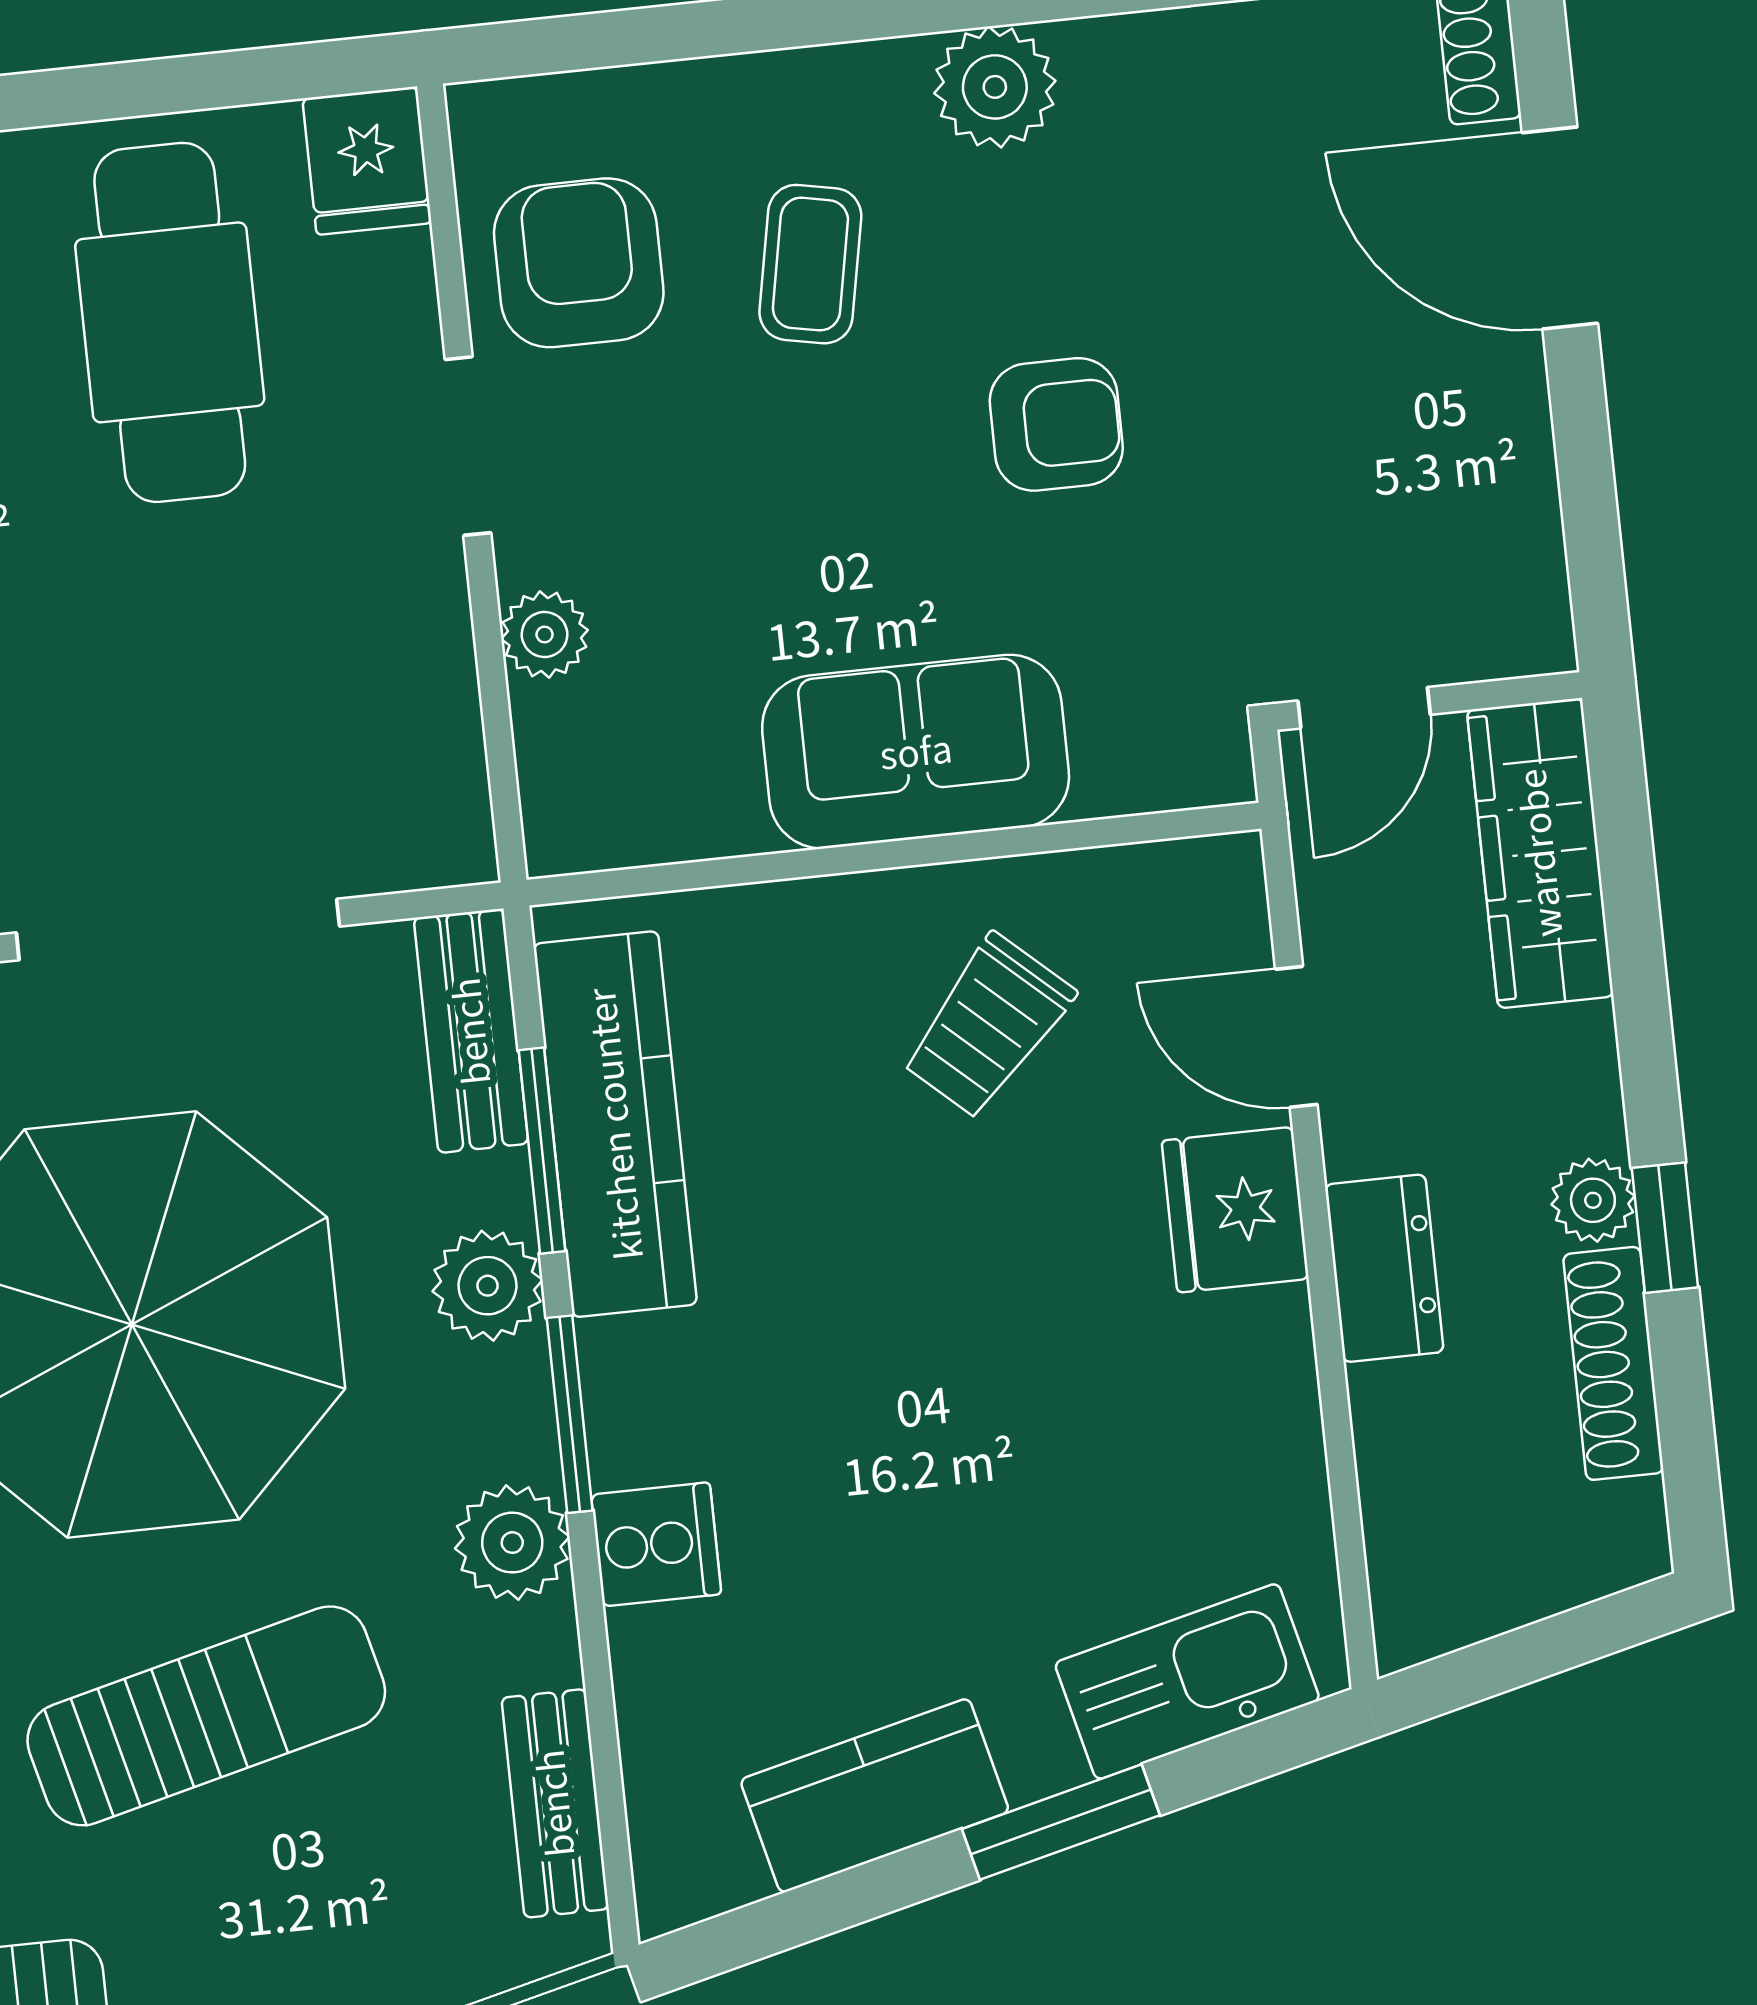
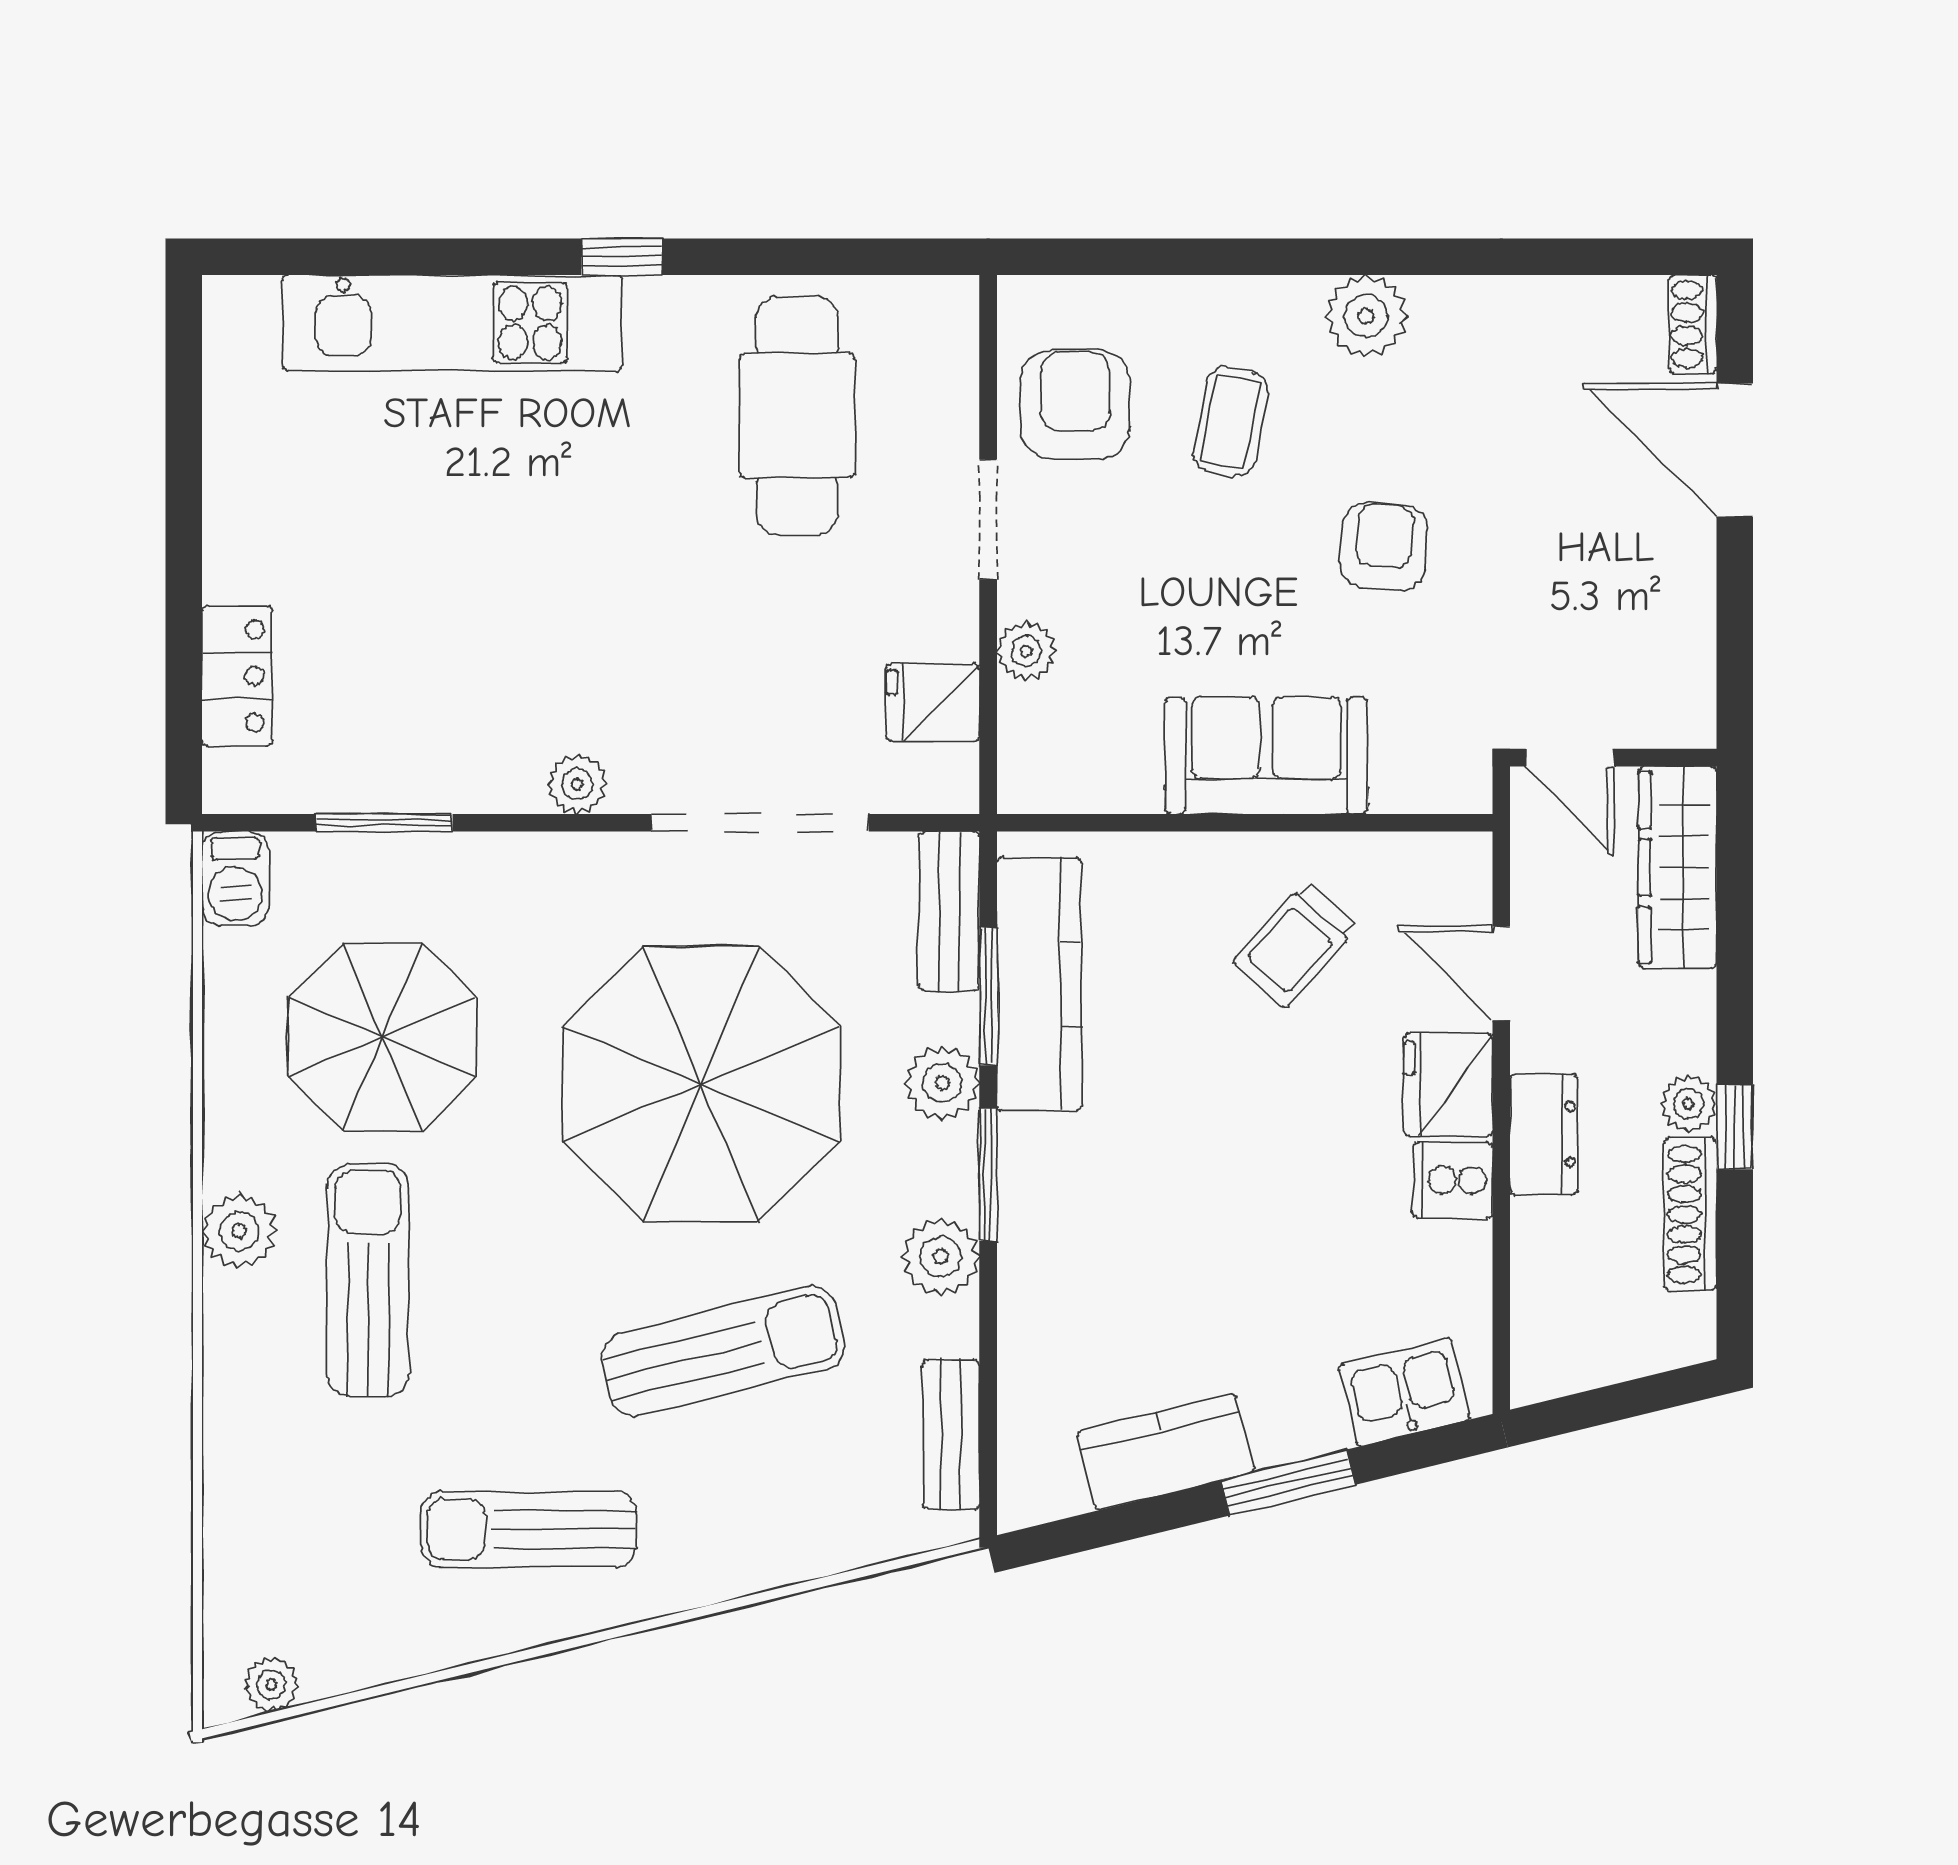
fridge: (367, 161) -> (933, 703), moved, turned 90
armchair: (1056, 424) -> (1384, 546), turned -85
door: (1364, 708) -> (1570, 758), hinge flipped
cooker: (656, 1544) -> (1452, 1180), moved, turned 180
kitchen sink: (1187, 1681) -> (1404, 1392), width x0.73

